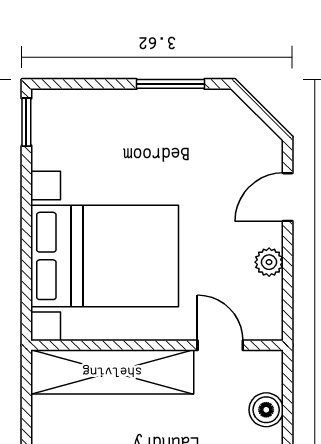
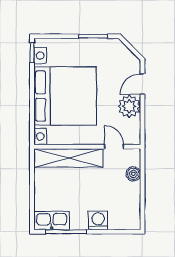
bed with nightstands: (105, 256) -> (65, 96), width x1.36
plant: (269, 262) -> (129, 106), width x1.88, depth x1.88

